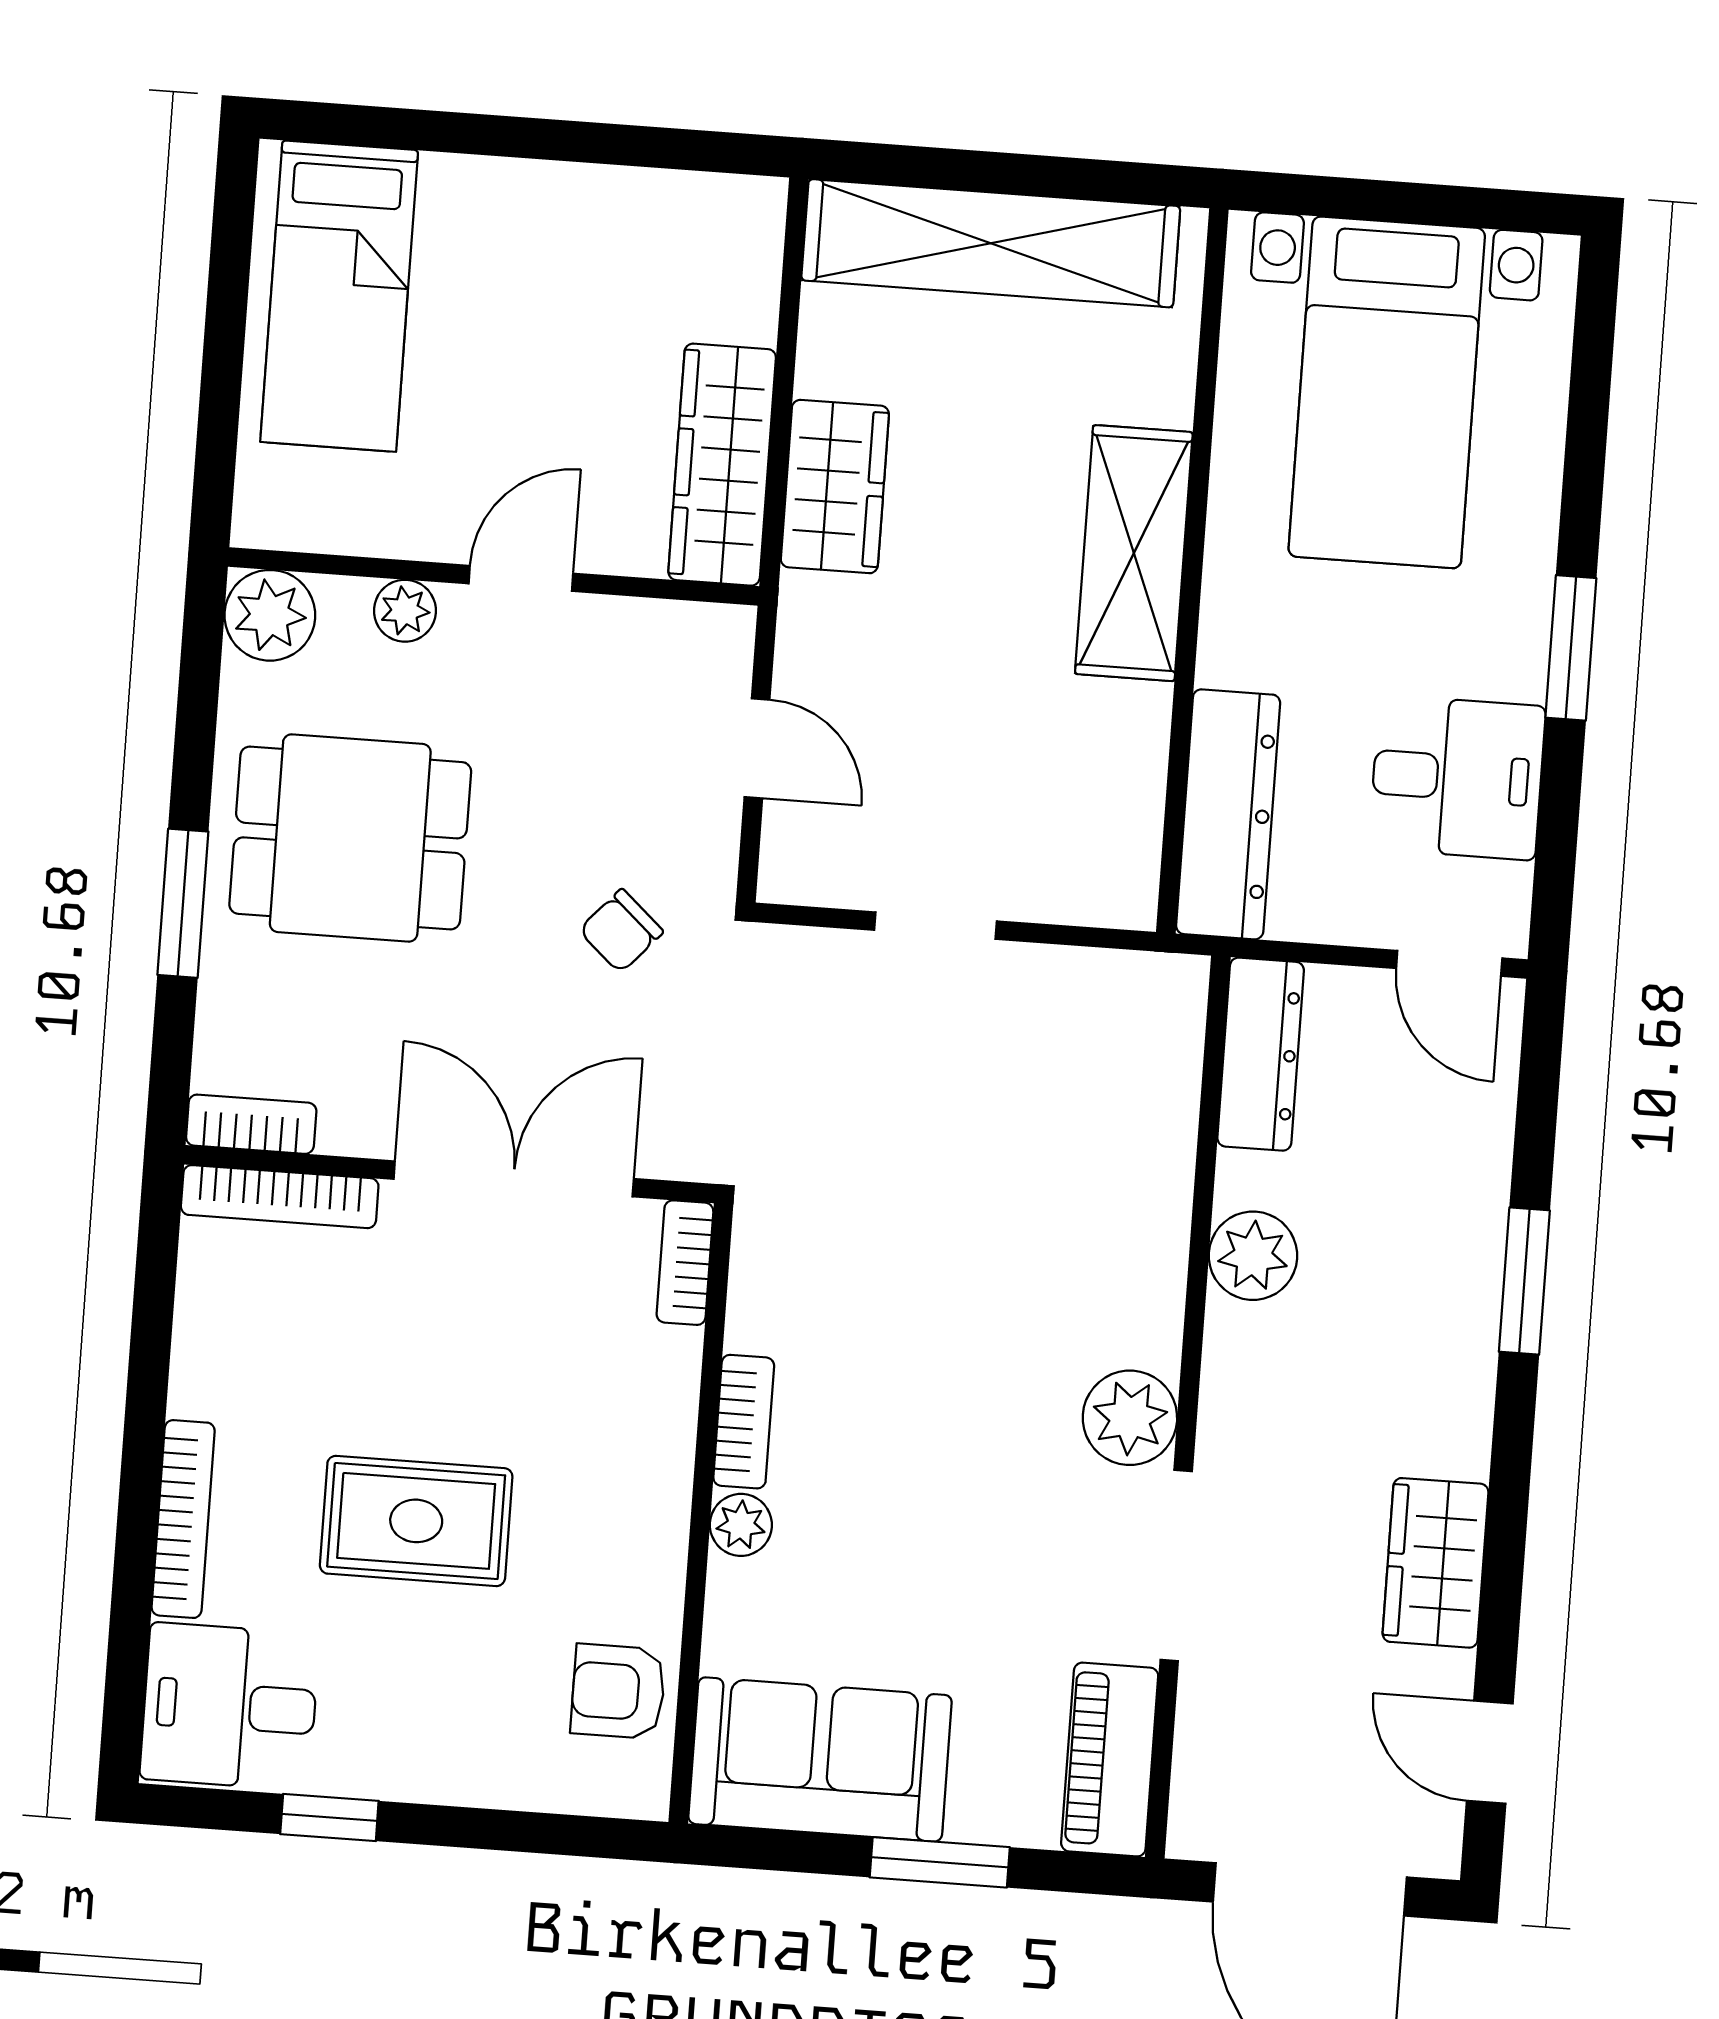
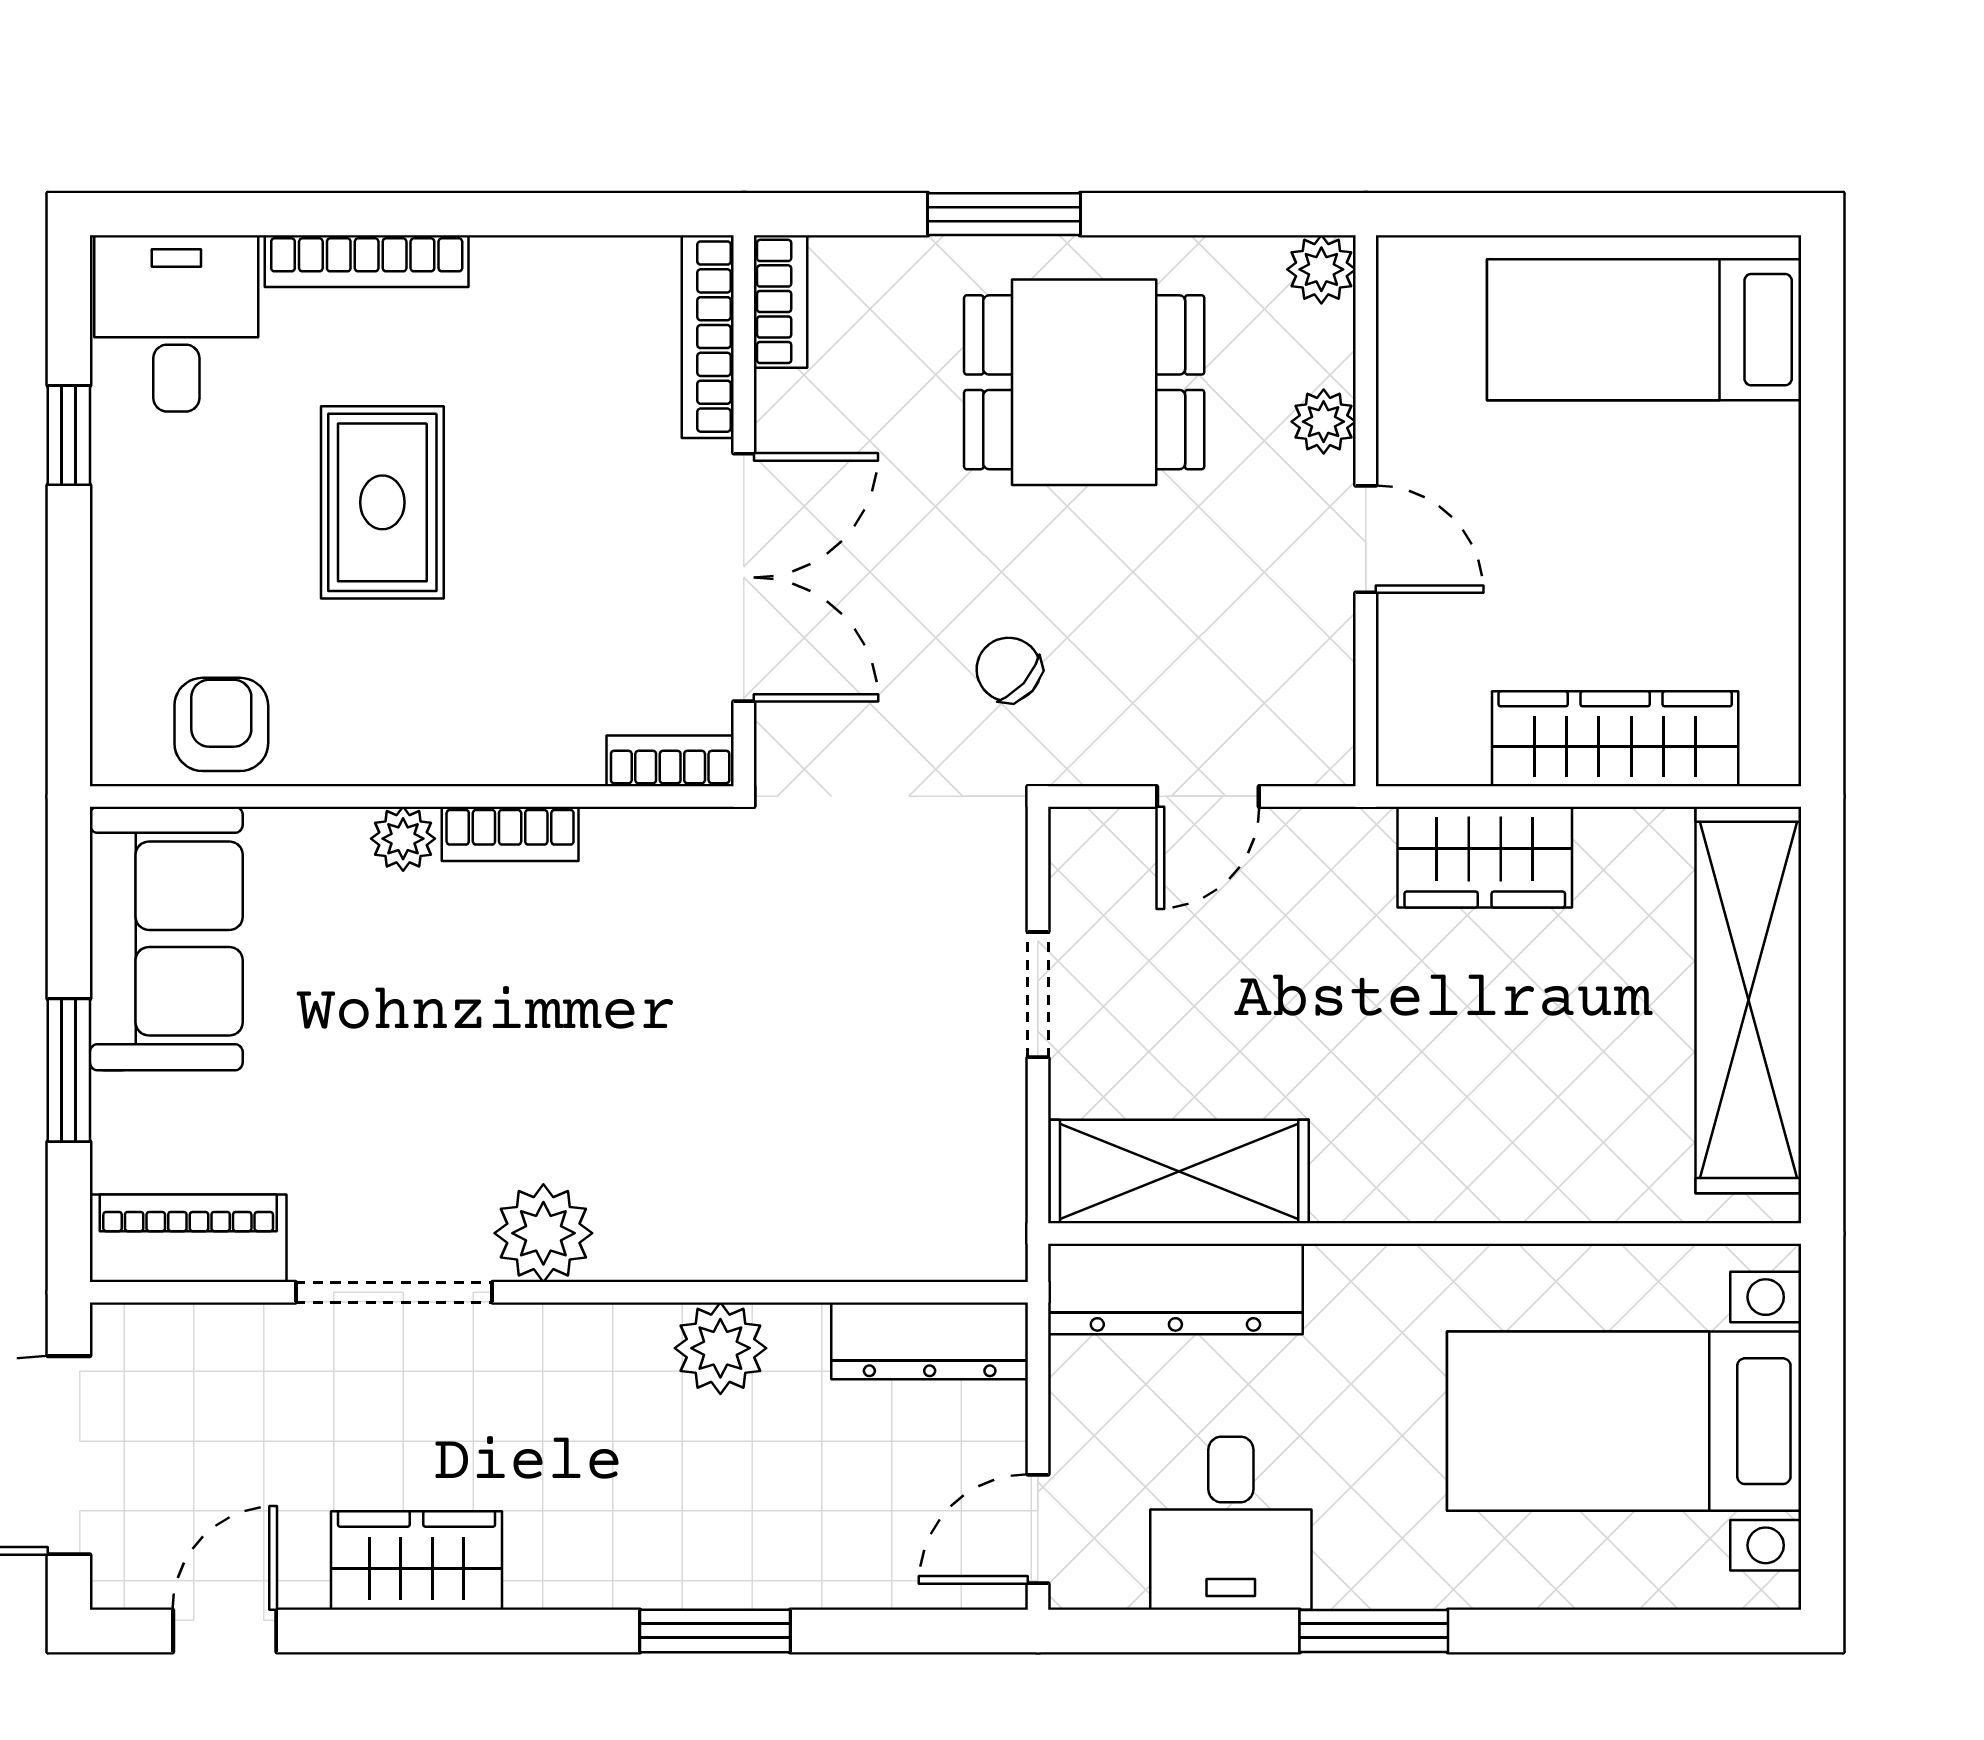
wardrobe: (722, 465) -> (1615, 739), moved
shelving: (1134, 553) -> (1179, 1172), moved
plant: (270, 615) -> (1321, 269), width x0.73, depth x0.73
dining table: (350, 838) -> (1084, 382), turned 90

